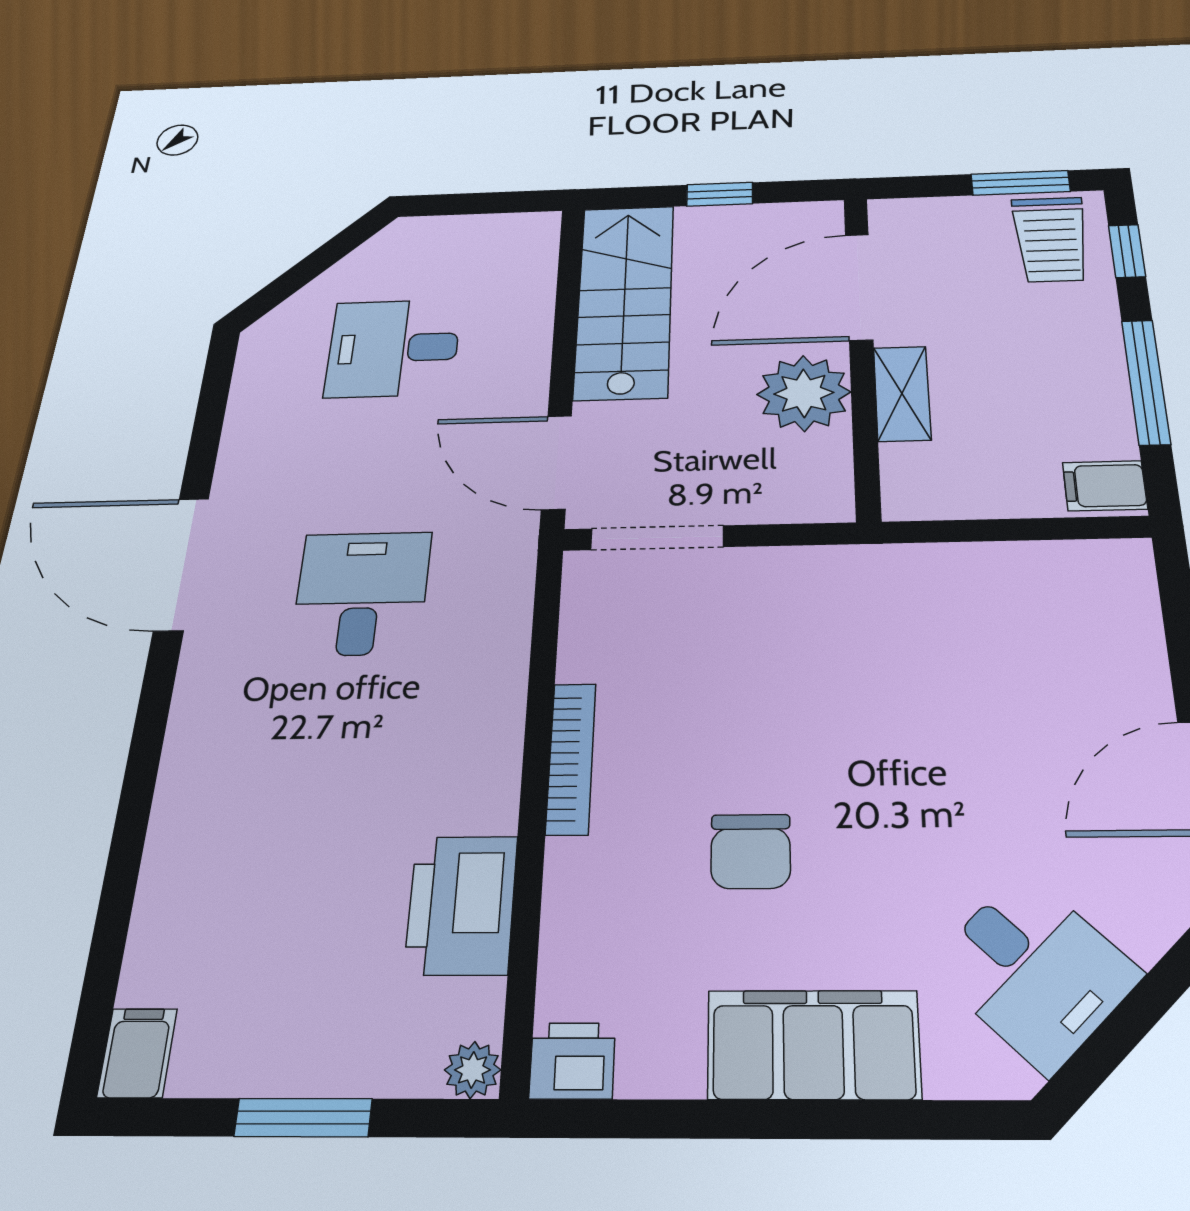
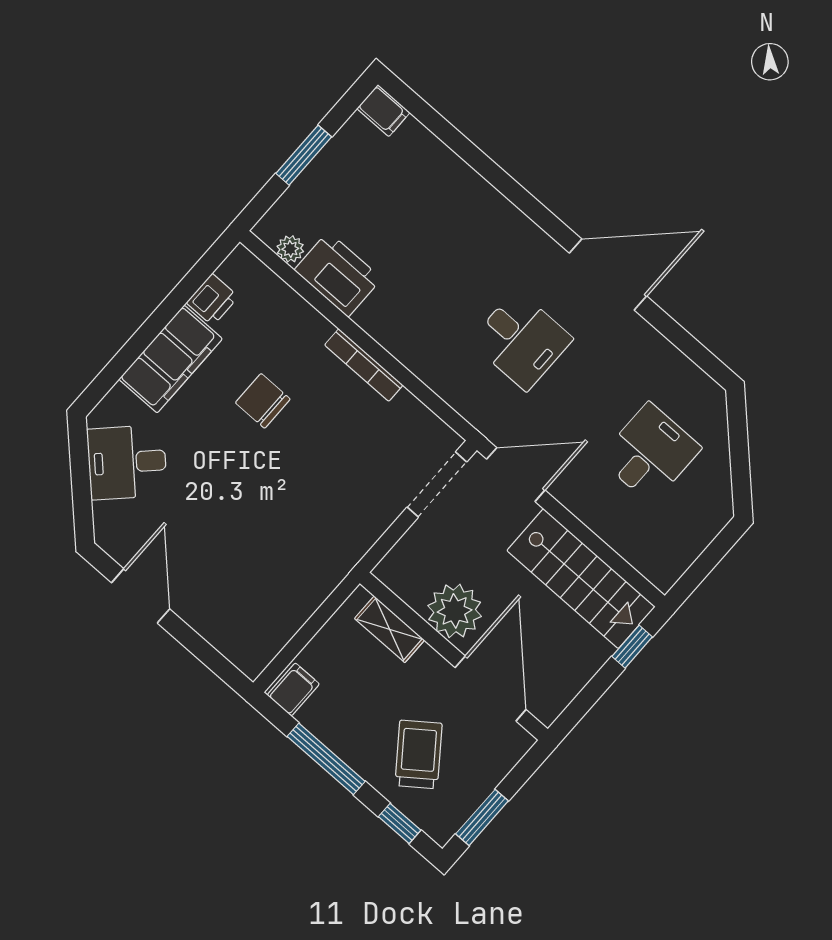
window: (720, 194) -> (632, 647), moved
trolley: (1051, 239) -> (419, 754), moved, turned 53
shelving: (902, 393) -> (390, 629), moved
printer: (572, 1061) -> (212, 300), moved
plant: (473, 1070) -> (290, 249), moved

